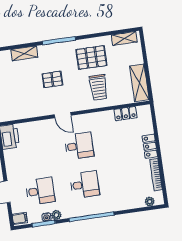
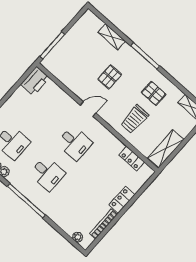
pallet: (91, 57) -> (154, 93), width x0.67, depth x0.71
pallet: (52, 79) -> (110, 77), turned 90
door: (63, 115) -> (88, 109), swing flipped

